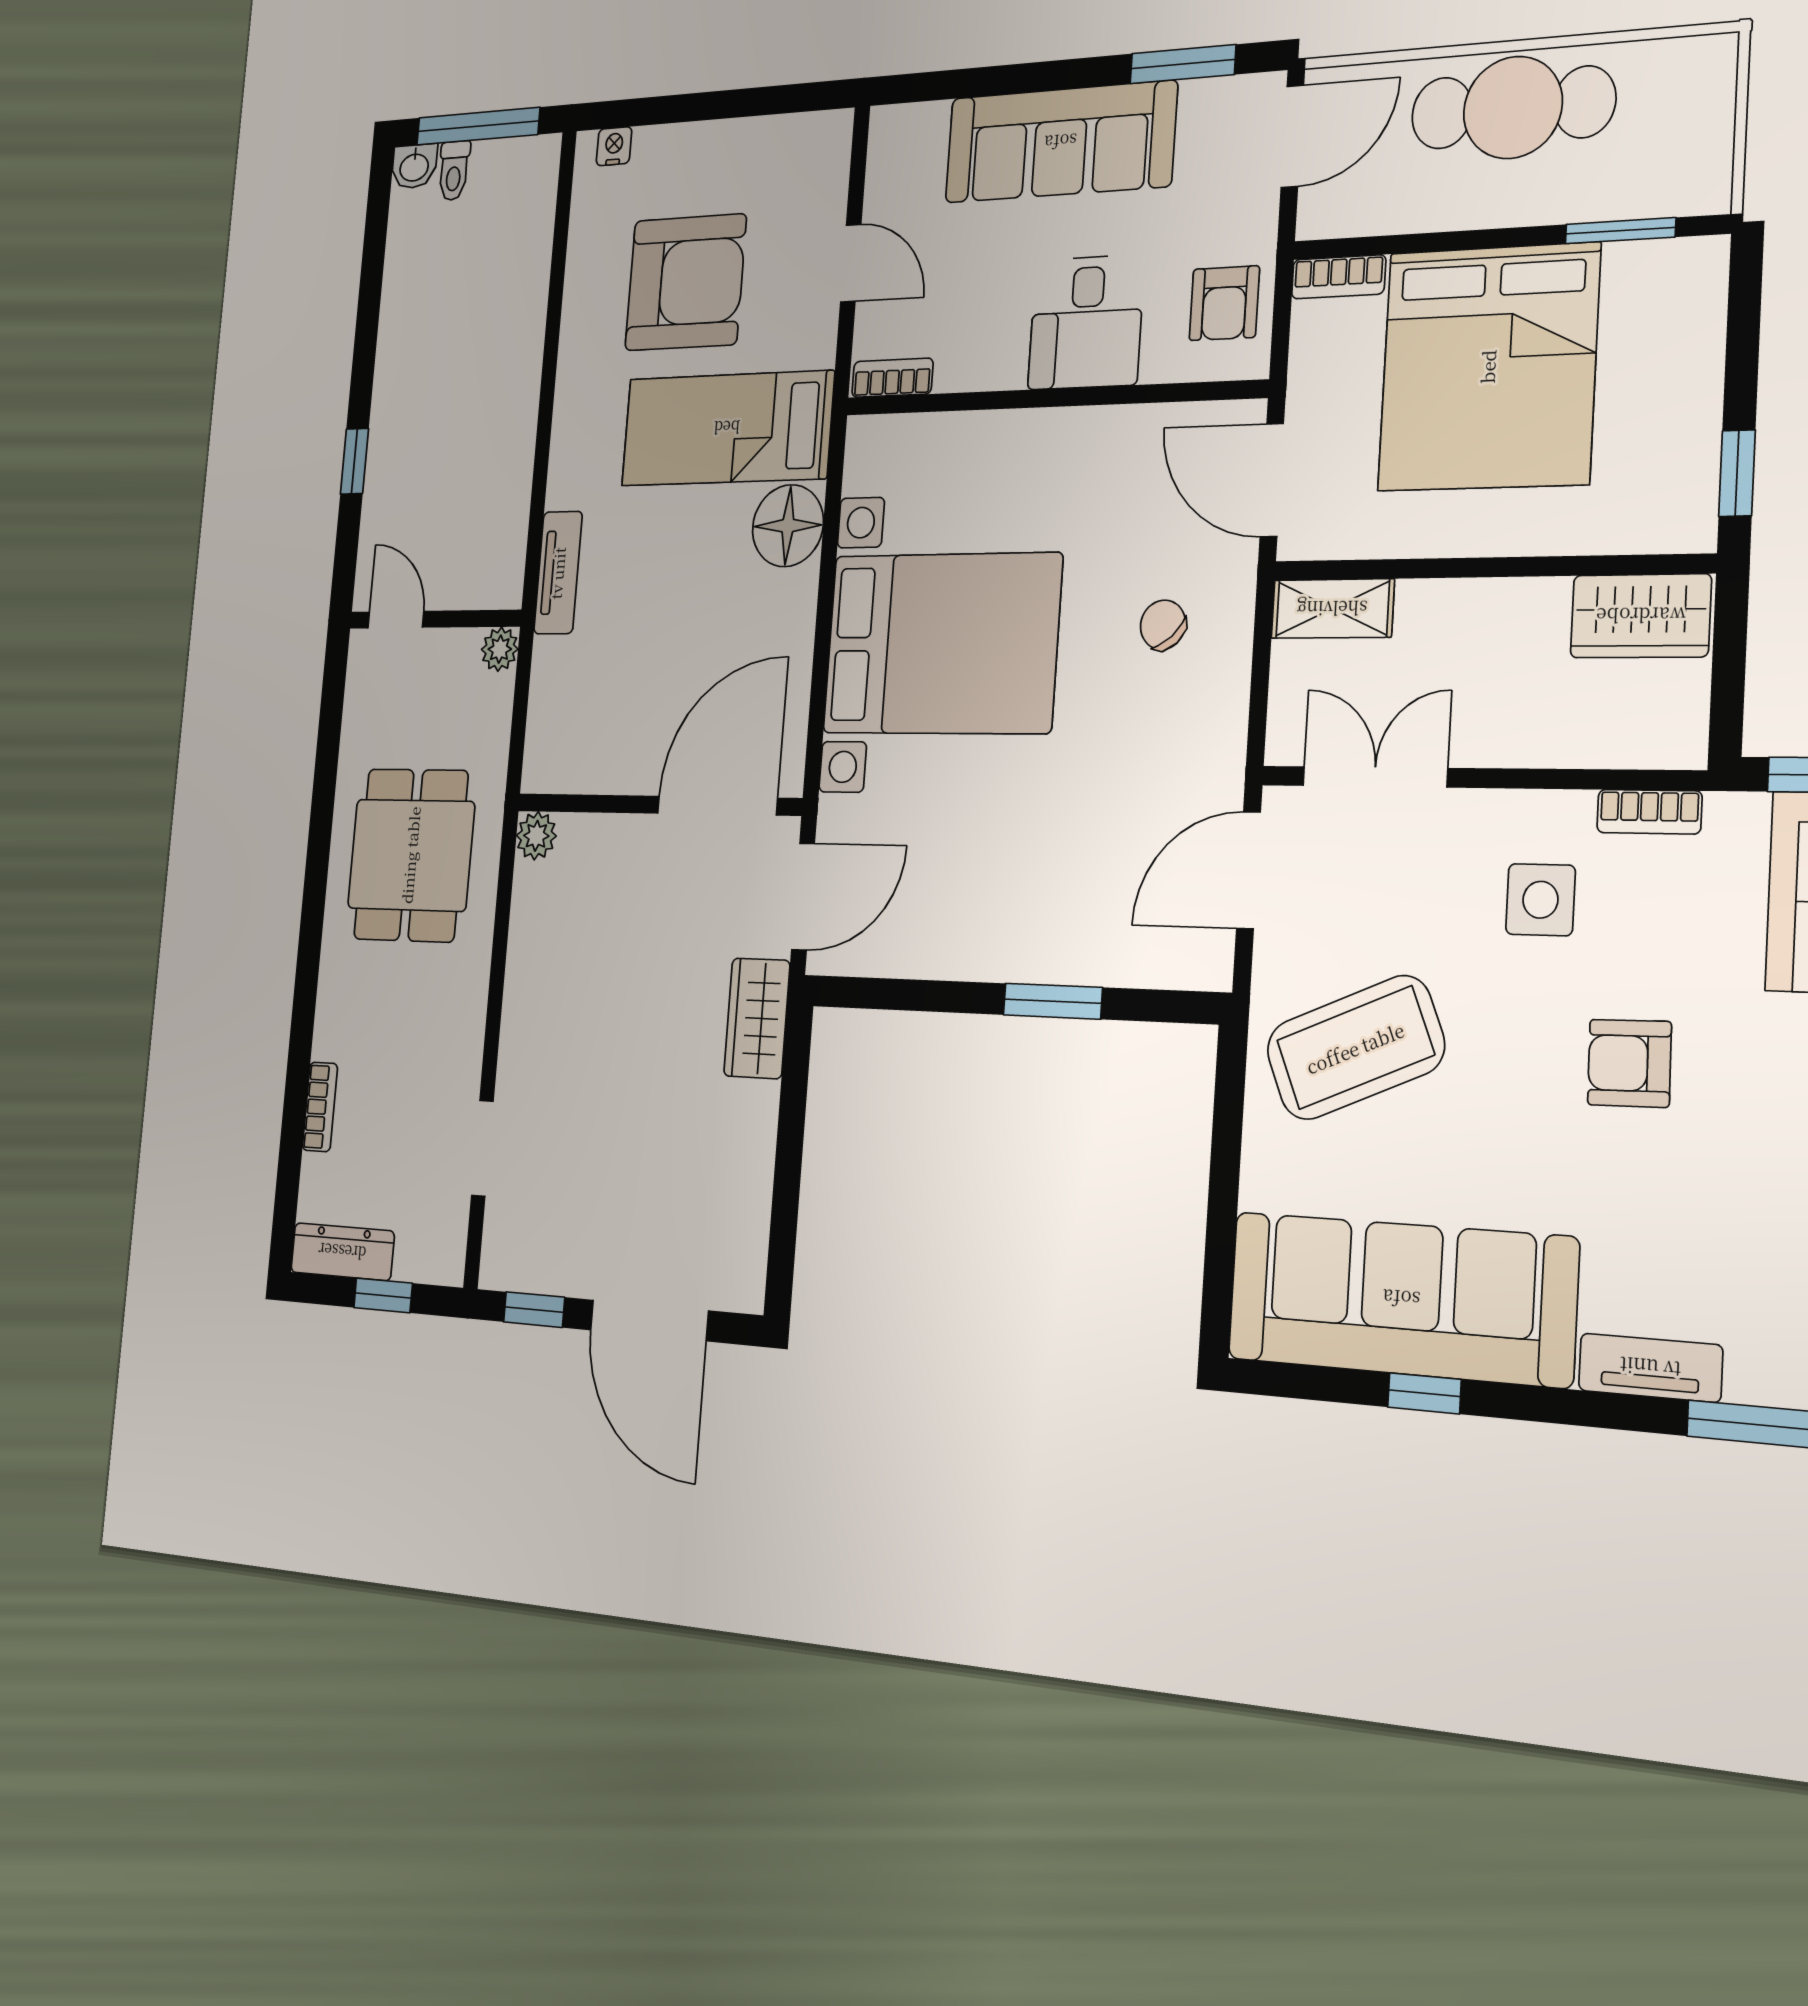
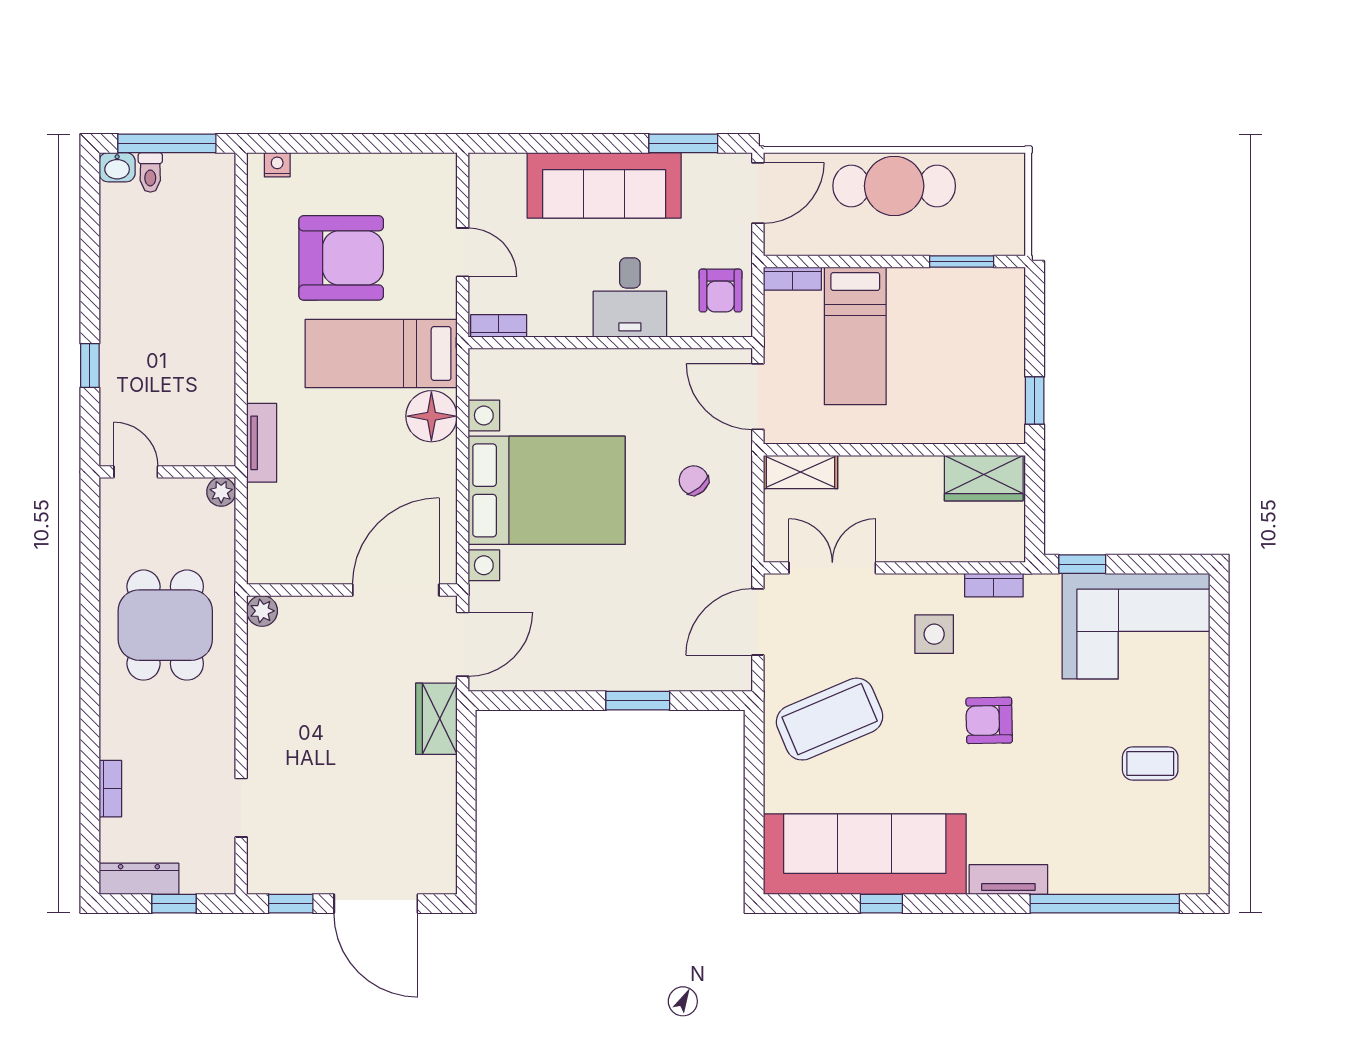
bed: (1488, 367) -> (855, 336), width x0.49

